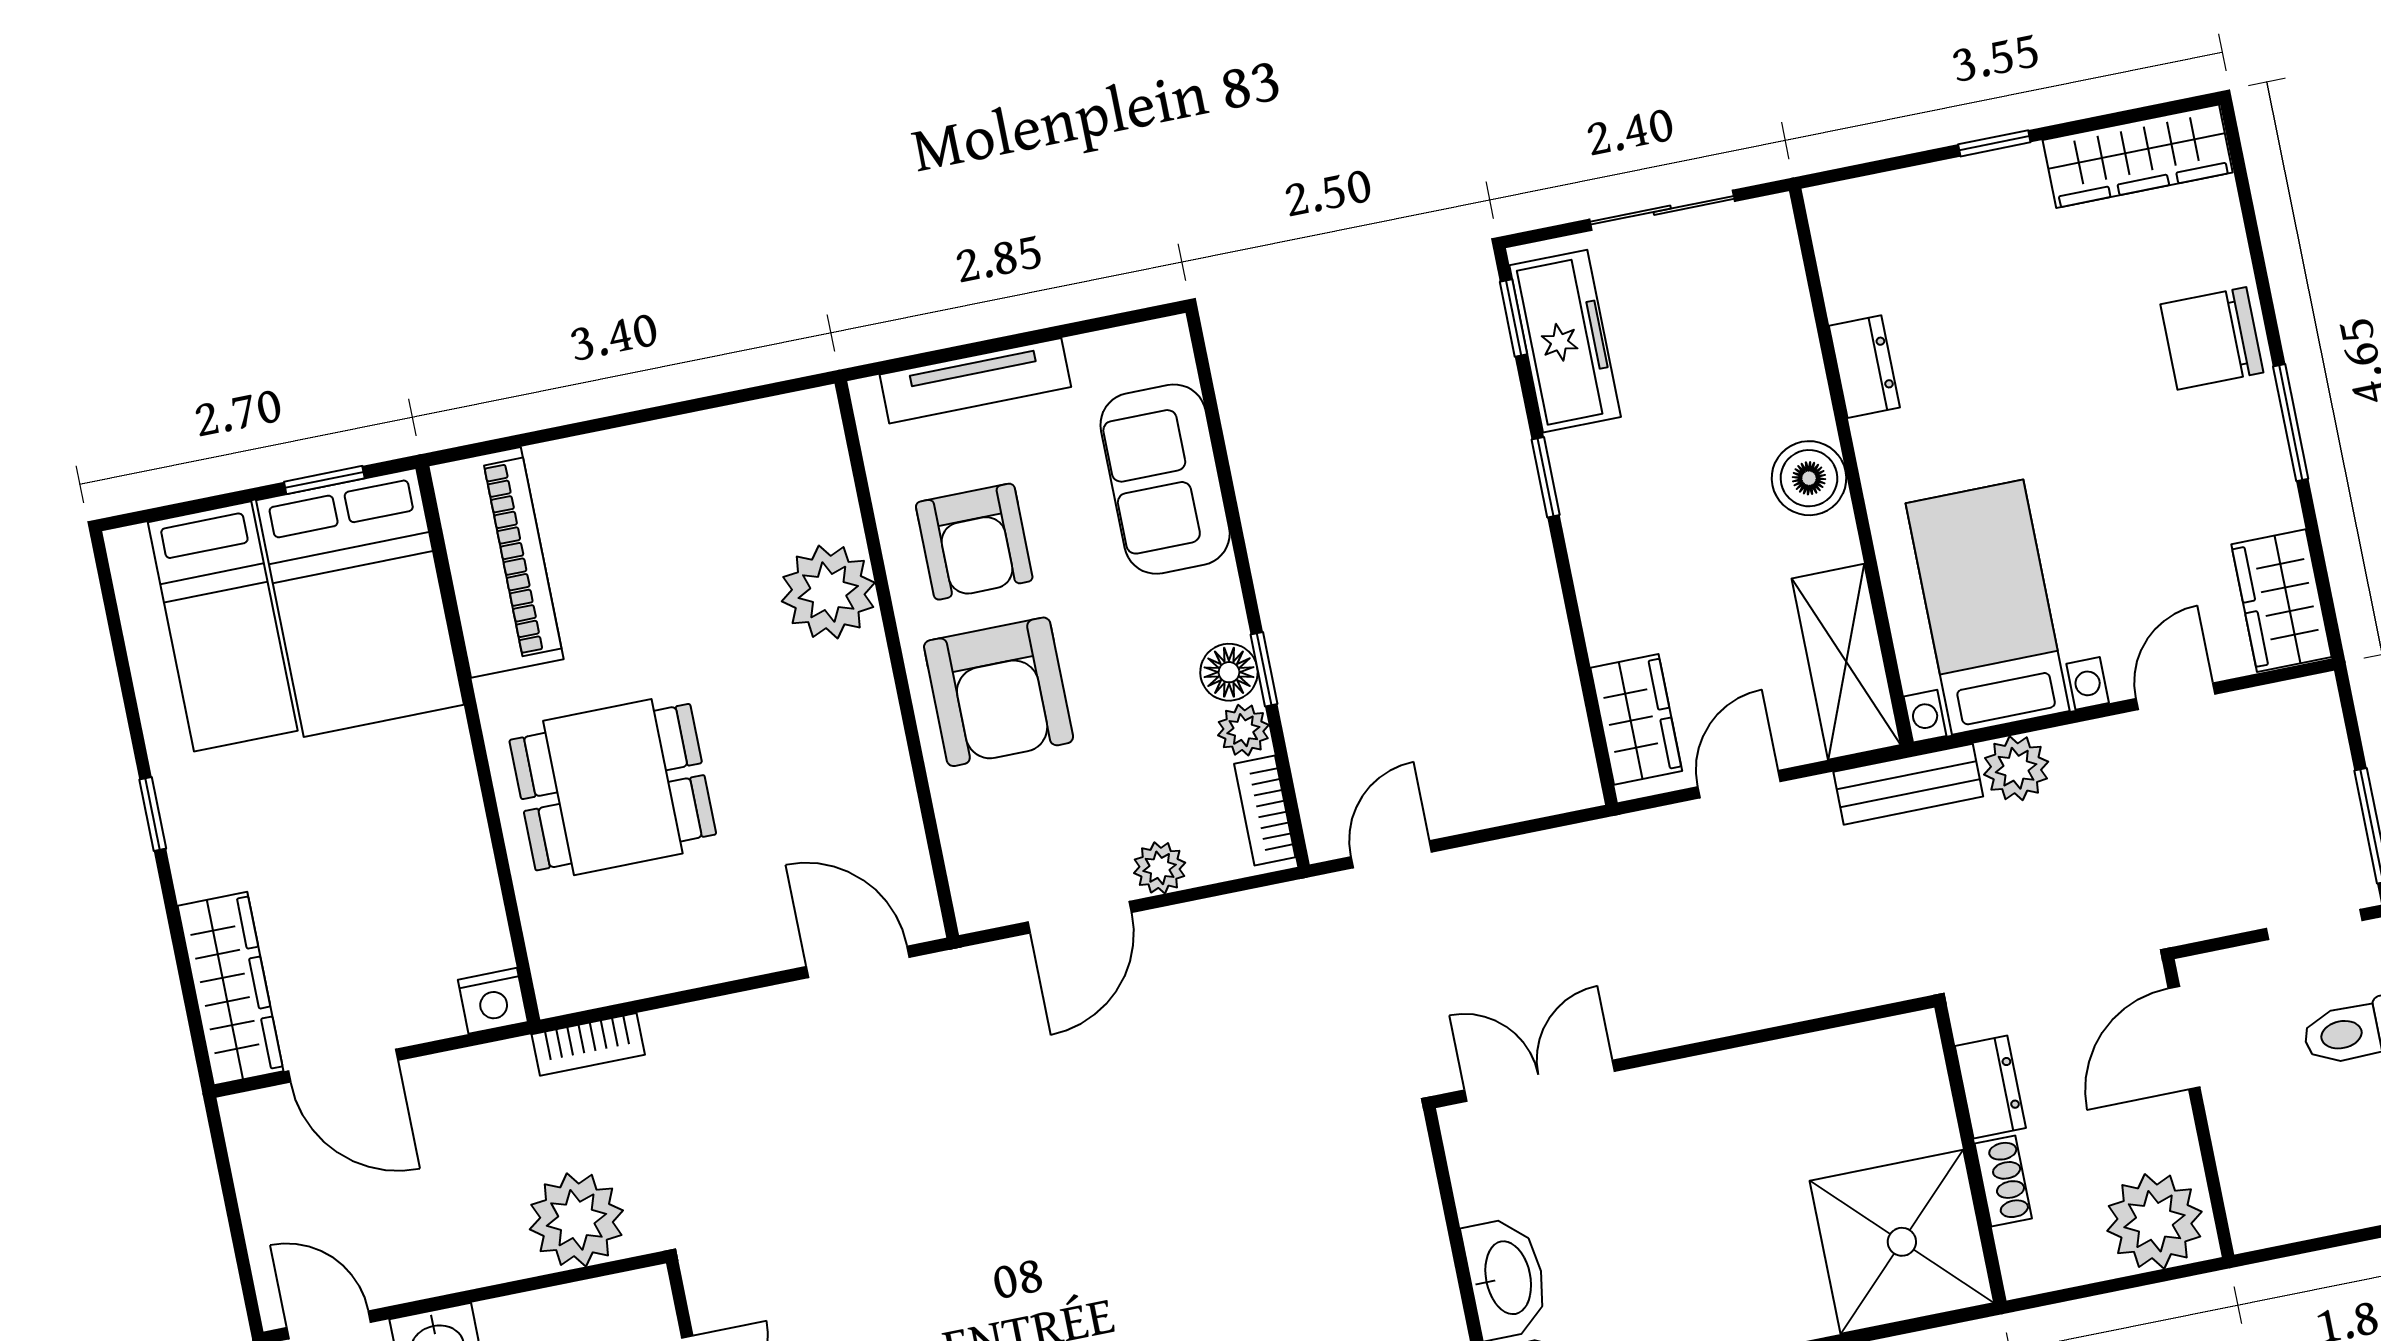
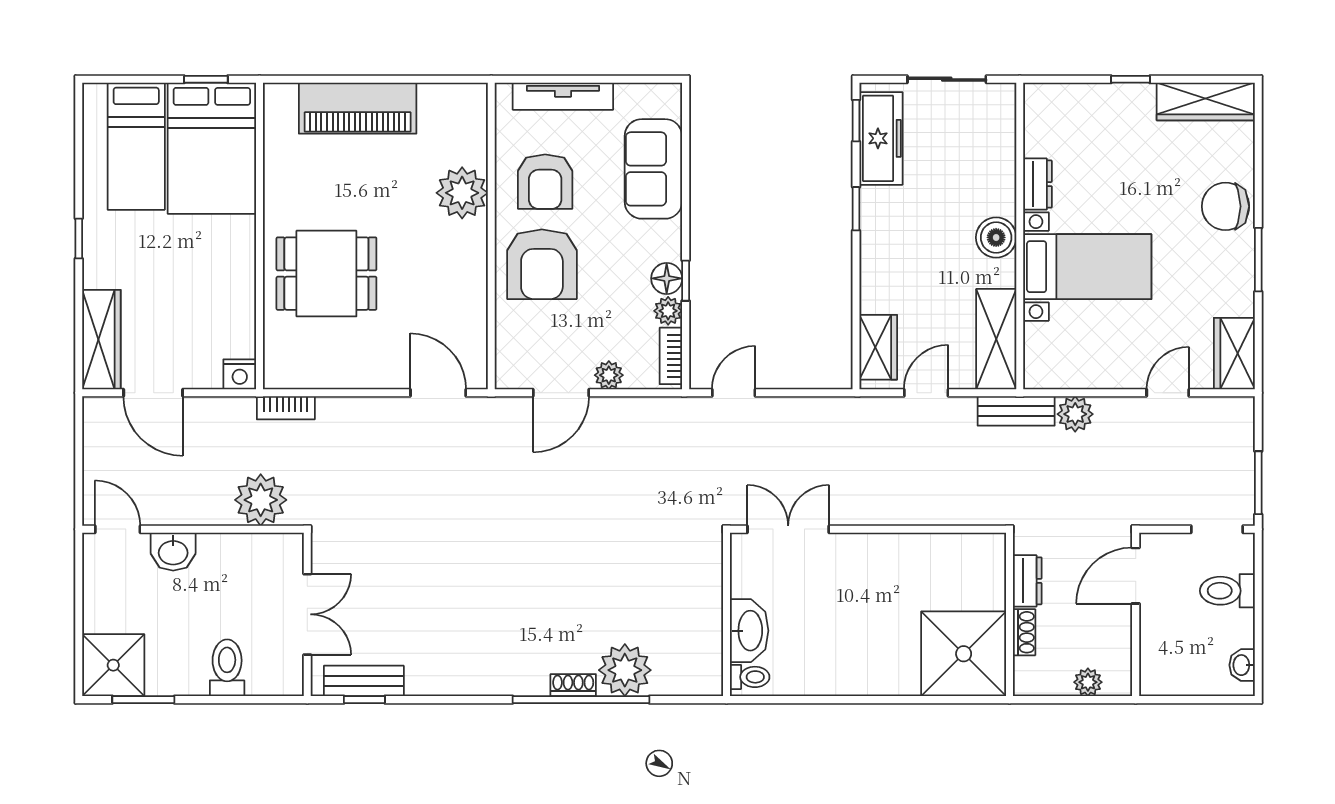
piano: (496, 562) -> (358, 108), moved, turned 90
bed with nightstands: (1988, 607) -> (1087, 267), moved, turned 90
plant: (2154, 1221) -> (1088, 682), width x0.53, depth x0.53

